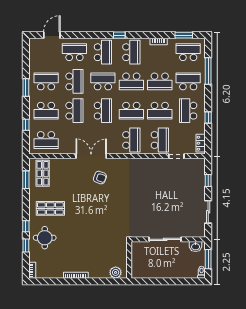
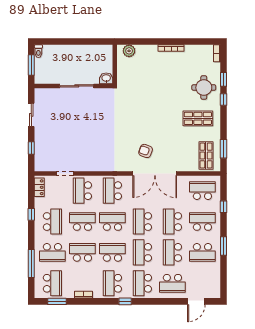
school desk: (188, 52) -> (52, 283), turned -90
school desk: (103, 81) -> (142, 252), turned 90
double door: (91, 156) -> (155, 174), width x1.36
washbasin: (196, 246) -> (106, 78), moved

